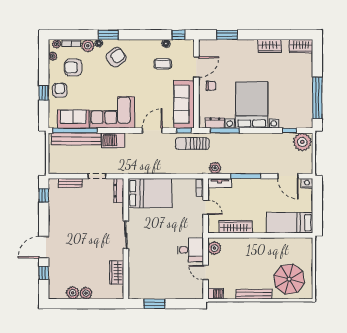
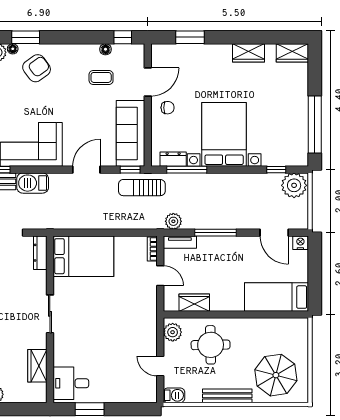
wardrobe: (236, 227) -> (194, 303), width x0.67
desk: (190, 250) -> (71, 383), moved, turned 180
round table: (242, 257) -> (211, 345), added

